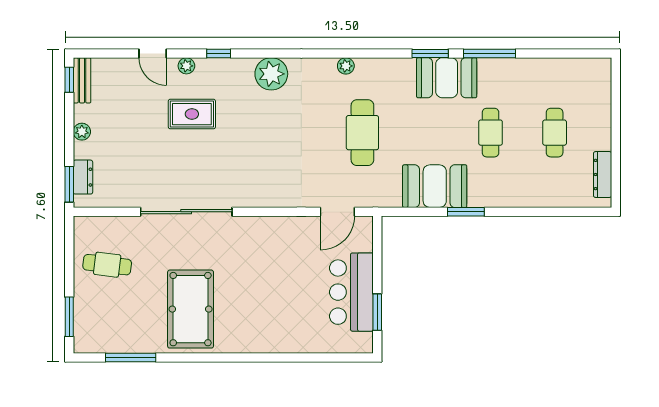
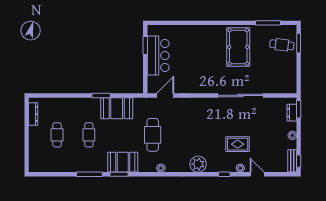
booth: (447, 78) -> (123, 162), moved
cafe table: (107, 265) -> (282, 45), moved

